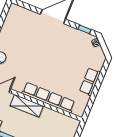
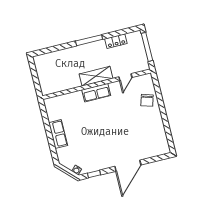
row of seats: (48, 98) -> (96, 93), width x0.50

